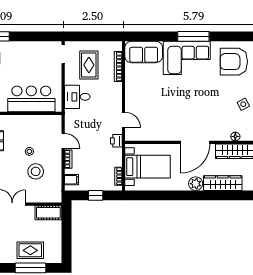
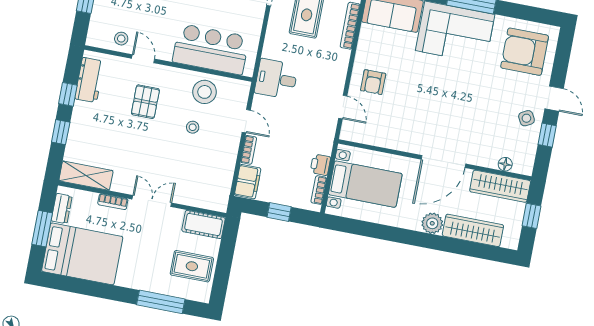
desk: (77, 97) -> (276, 79), moved
armchair: (140, 100) -> (373, 82), added
printer: (116, 141) -> (320, 165), moved
stool: (36, 171) -> (205, 92), moved
filing cabinet: (72, 180) -> (248, 182), width x2.00
rug: (30, 250) -> (192, 266), moved

